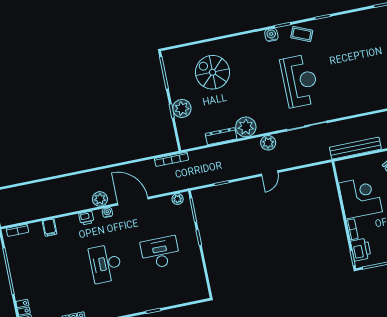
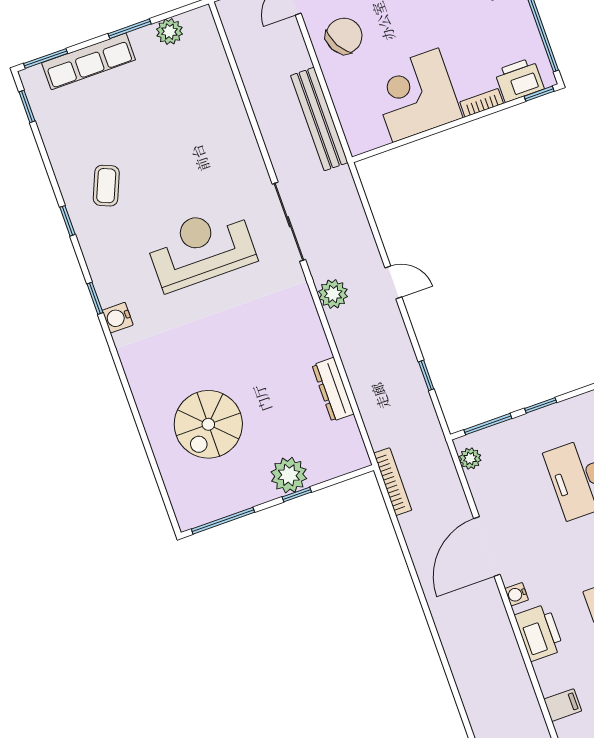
coffee table: (302, 34) -> (106, 186), moved
plant: (246, 127) -> (308, 343), removed
plant: (100, 199) -> (492, 613), removed
printer: (86, 218) -> (539, 633), width x1.87, depth x1.48

